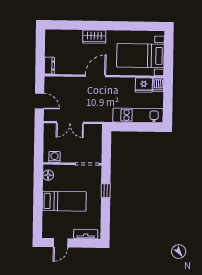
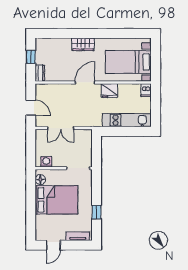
window: (40, 49) -> (31, 57), added
fridge: (144, 85) -> (109, 91), moved
window: (106, 191) -> (96, 212), moved
bed: (64, 201) -> (56, 200), width x1.50

